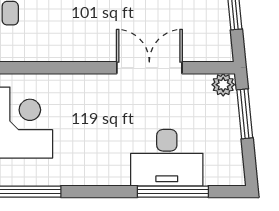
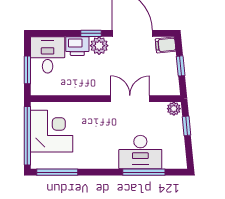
window: (245, 114) -> (186, 126), width x0.67

